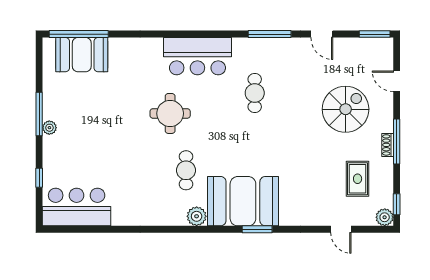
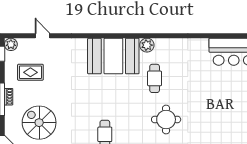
spiral stairs: (346, 109) -> (39, 123), turned 90
rug: (358, 179) -> (30, 72), turned 90
window: (257, 229) -> (103, 36), removed

